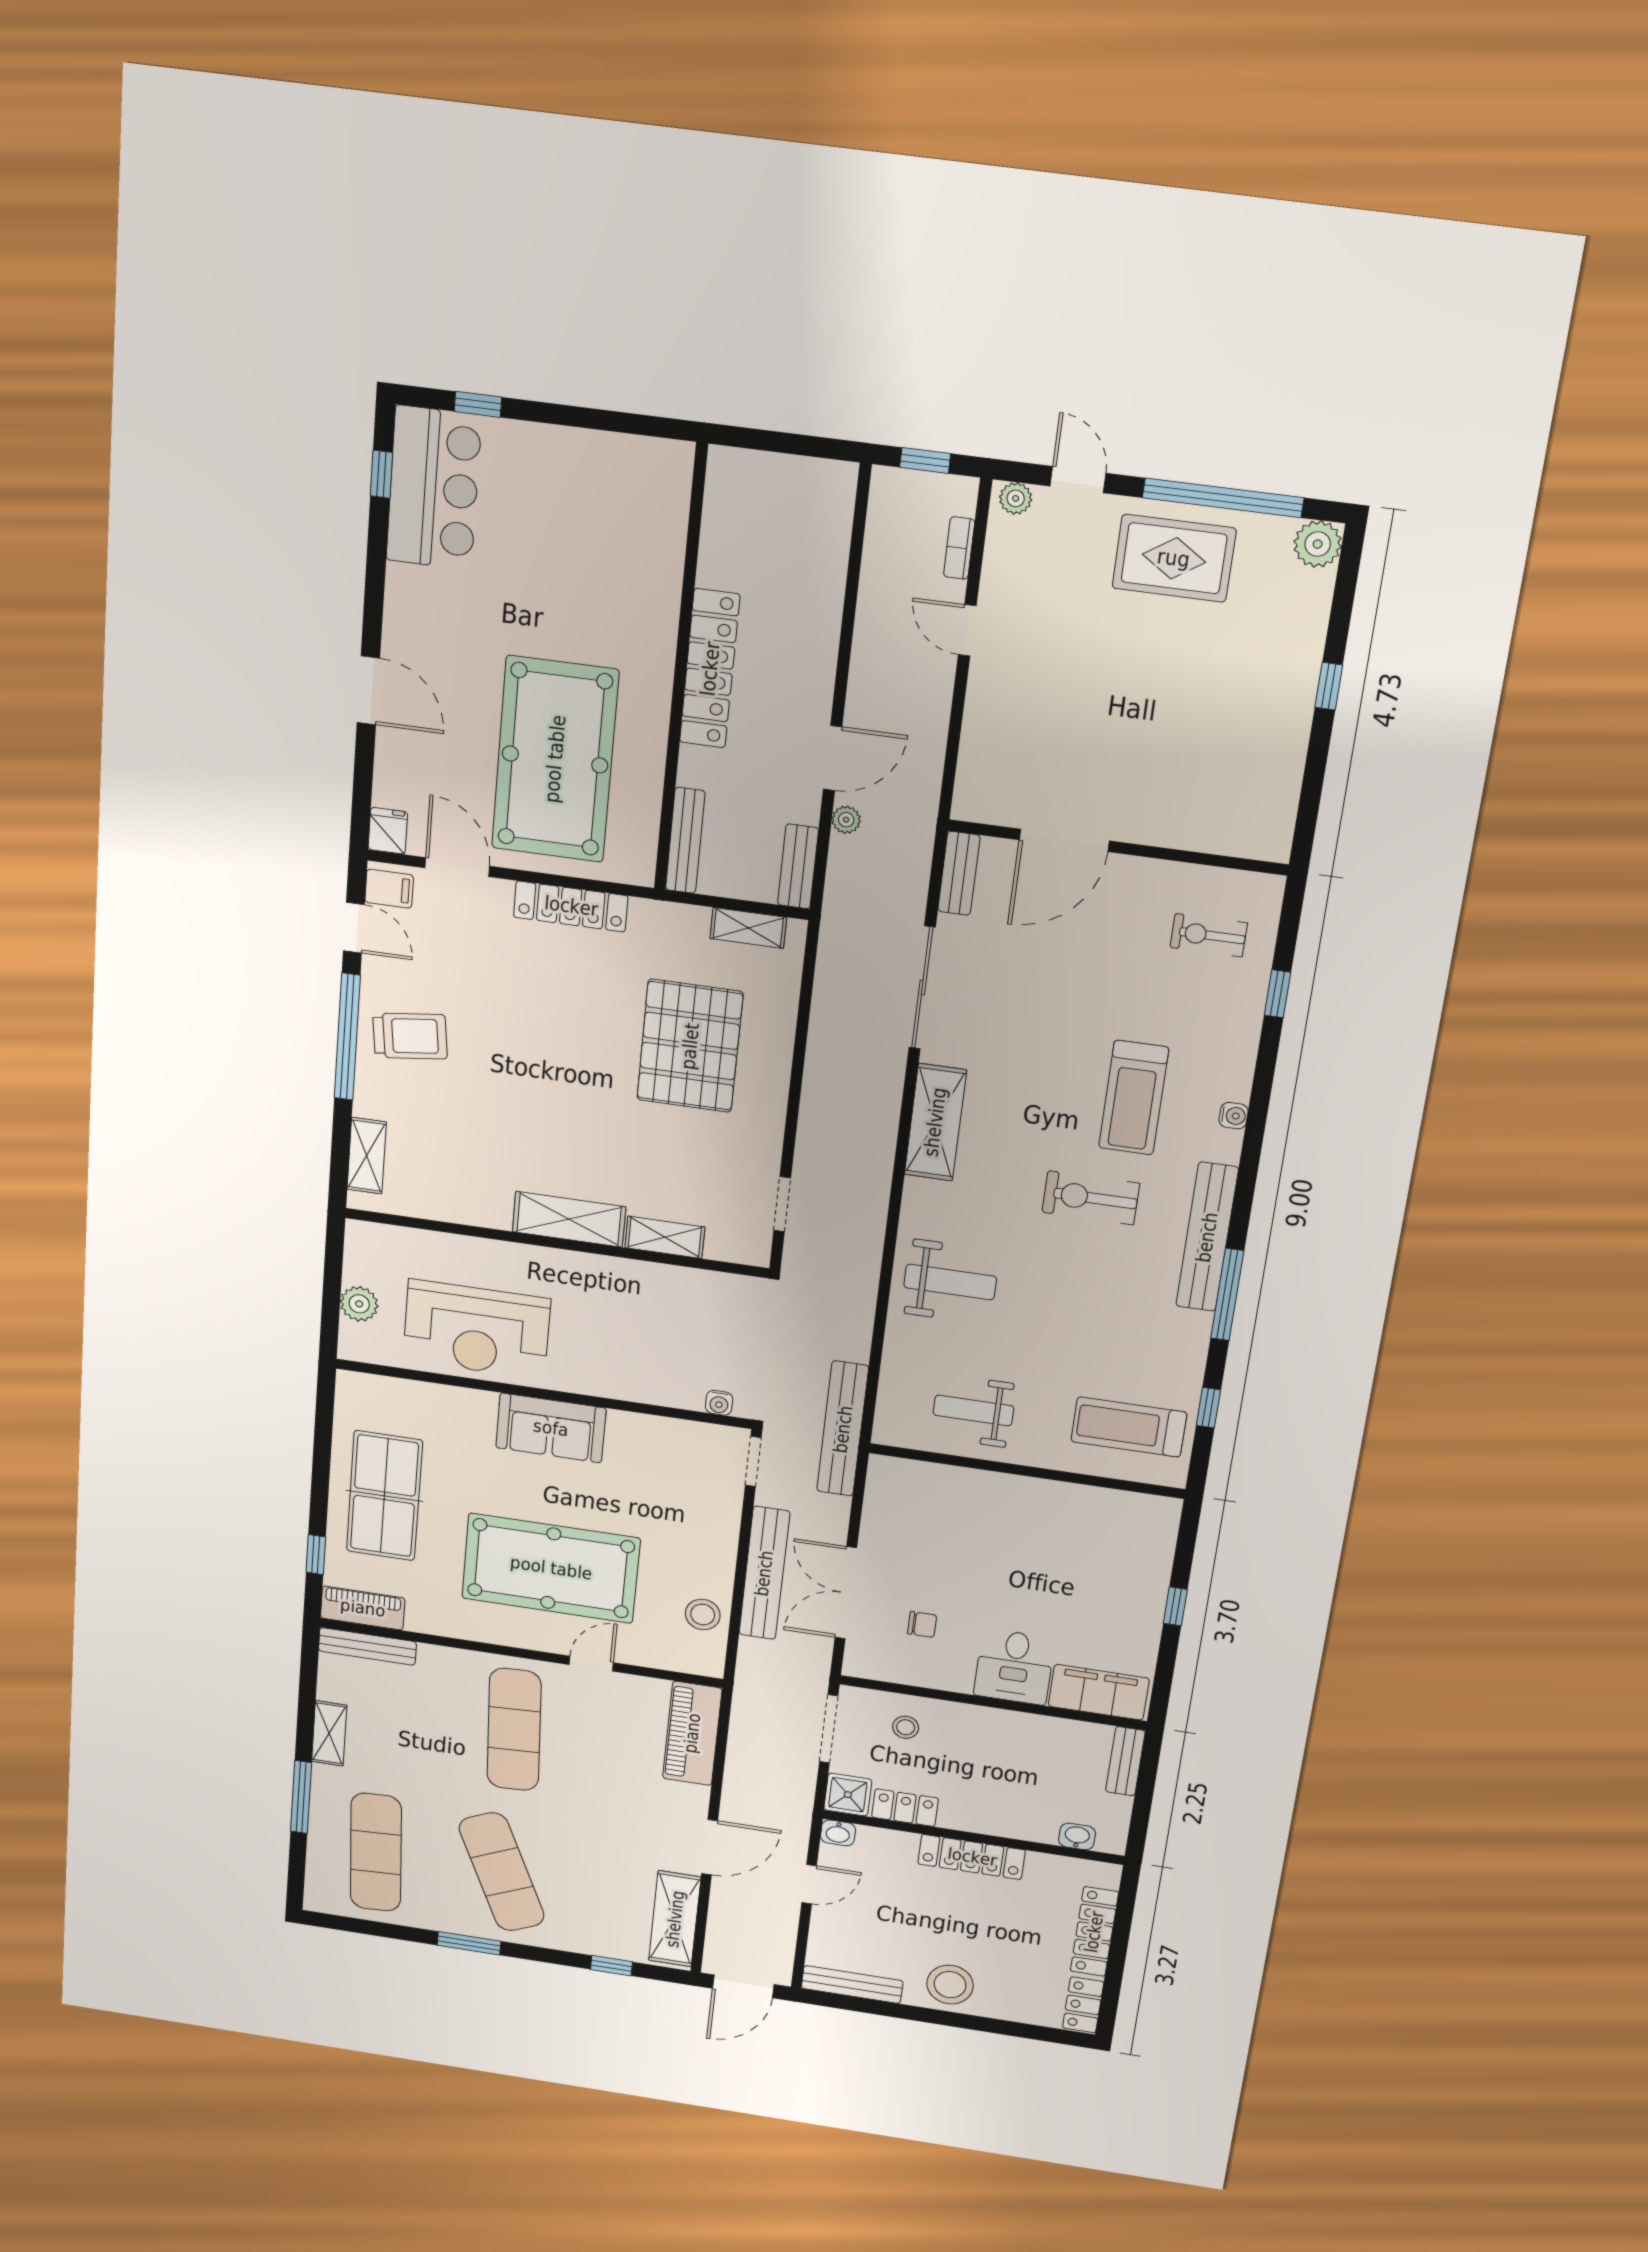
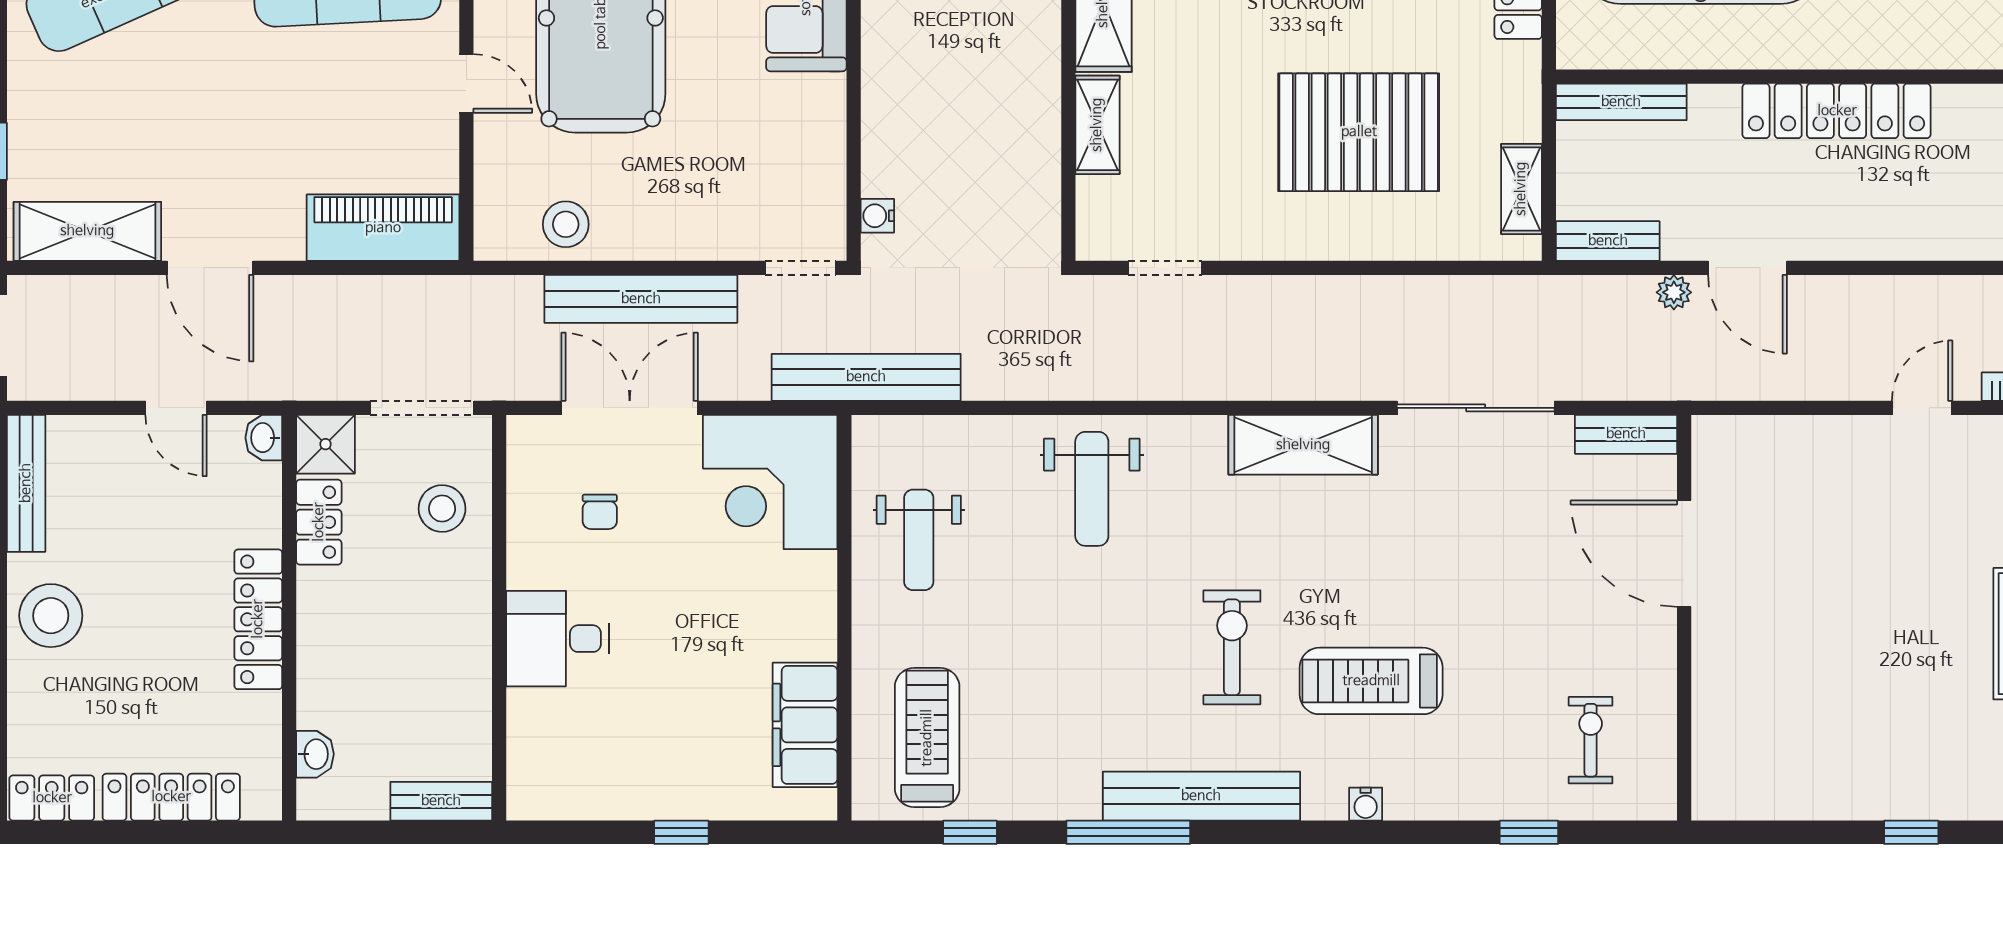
weight bench: (973, 1410) -> (919, 540), turned 180
corner desk: (915, 1507) -> (770, 482), added
filing cabinet: (1099, 1692) -> (805, 725), moved, turned 180
stool: (906, 1727) -> (442, 509), width x1.37, depth x1.37

